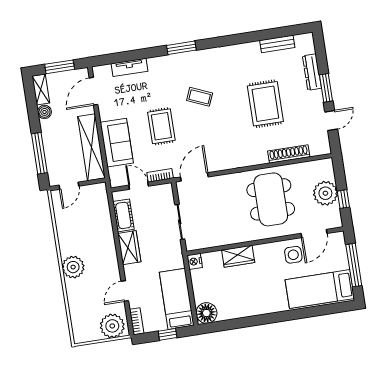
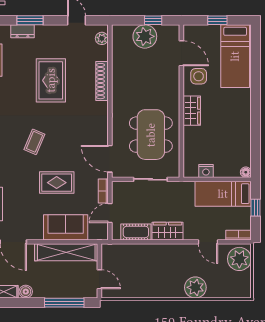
dresser: (312, 72) -> (23, 31), width x0.70
window: (326, 88) -> (30, 20), moved
rug: (265, 104) -> (51, 80), turned 90
plant: (317, 149) -> (102, 38), added
shoe rack: (289, 154) -> (102, 81), moved
dining table: (271, 199) -> (151, 135), moved, turned 90
wardrobe: (238, 256) -> (192, 111), moved
nightstand: (195, 261) -> (206, 171), moved
window: (354, 265) -> (217, 20), width x0.46
plant: (73, 267) -> (195, 287), moved
floor lamp: (206, 313) -> (246, 172), width x0.53, depth x0.53

